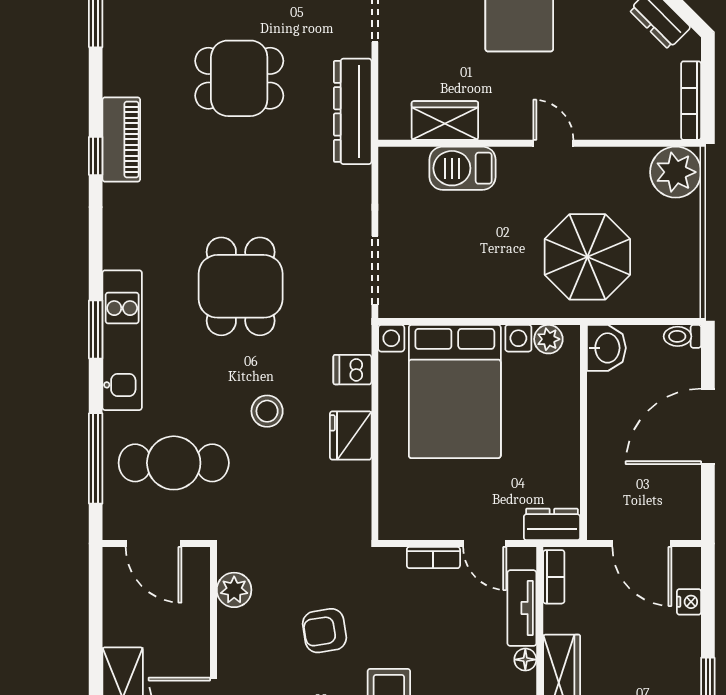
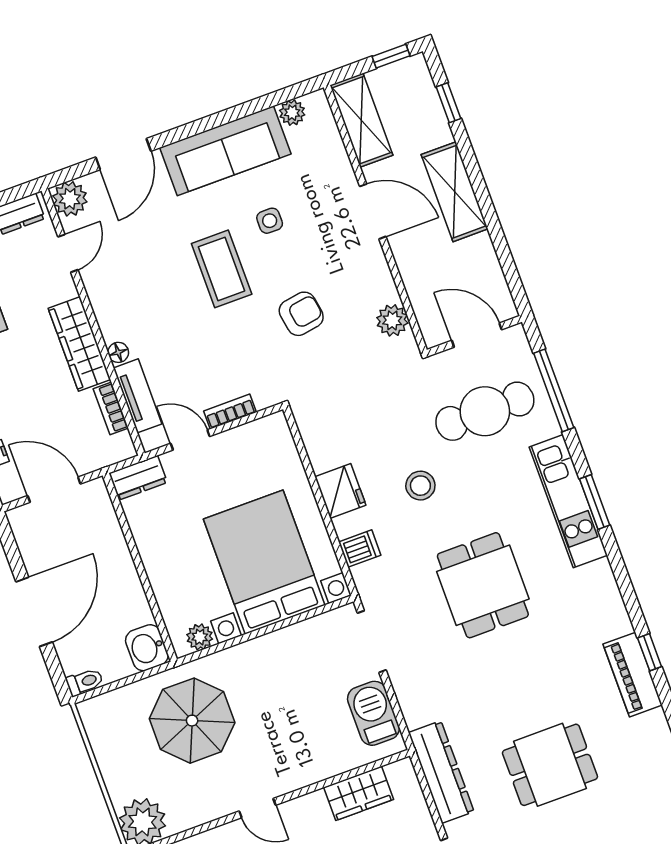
barbecue: (463, 168) -> (373, 713), moved, turned -90
bookcase: (554, 577) -> (111, 408), moved

